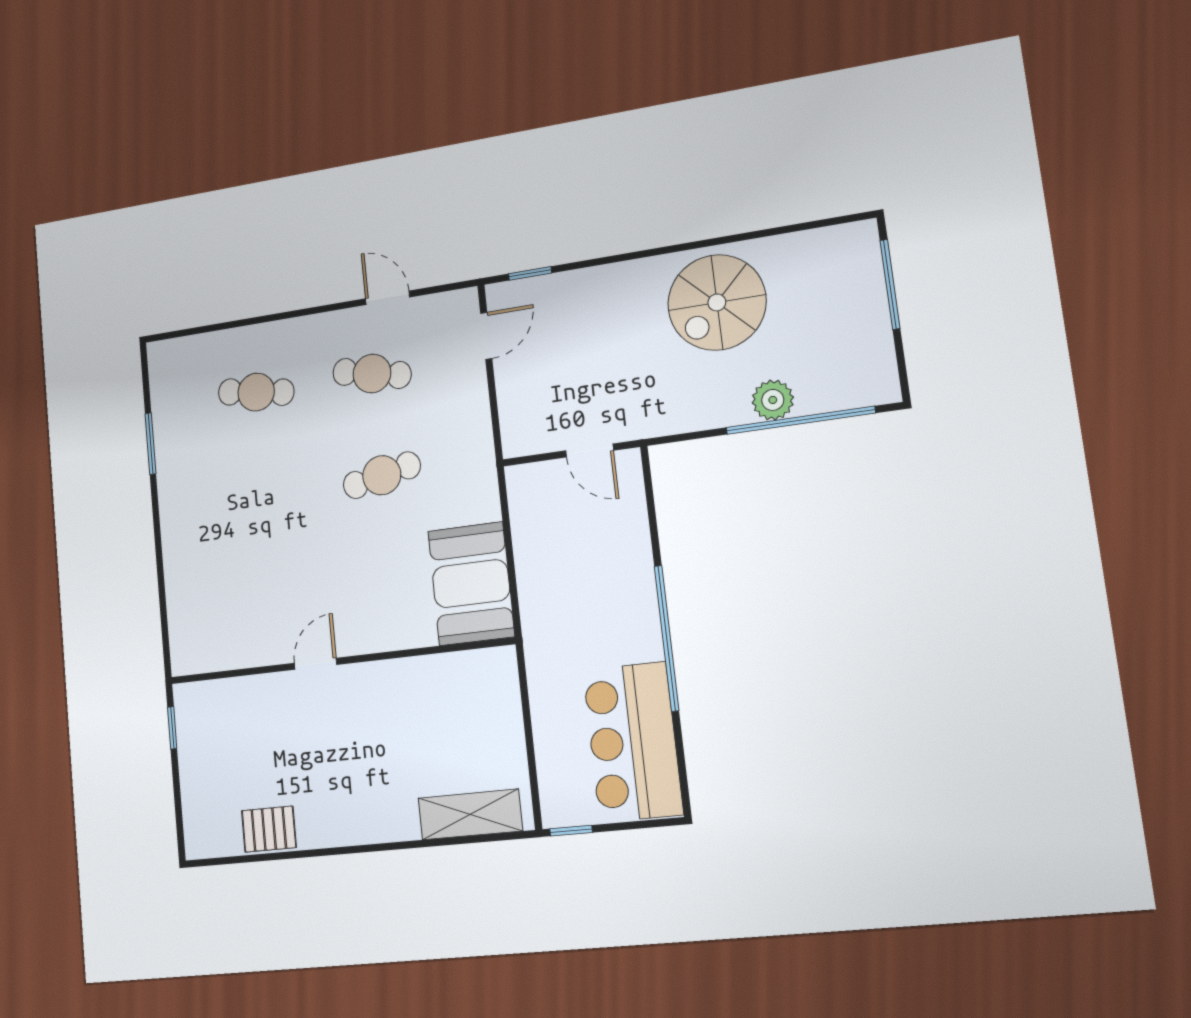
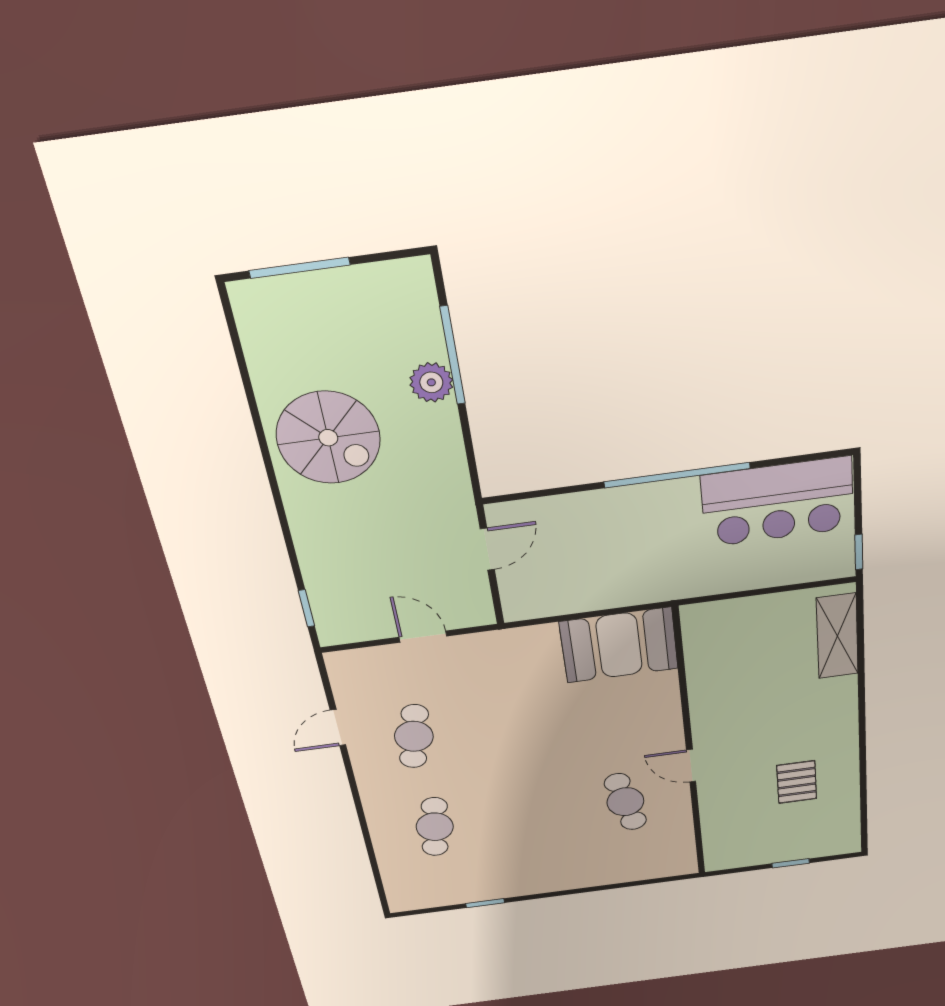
door: (486, 336) -> (423, 637), moved
window: (800, 420) -> (453, 356), width x0.68
window: (150, 444) -> (485, 903), width x0.67
cafe table: (382, 475) -> (625, 802), moved
window: (172, 728) -> (791, 863), moved
pallet: (269, 829) -> (797, 782), moved

